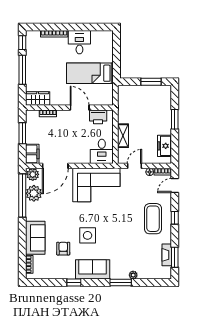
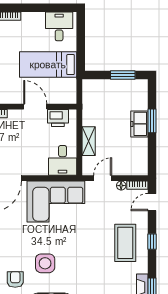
desk: (79, 42) -> (59, 26), moved
freezer: (165, 146) -> (139, 124), moved

